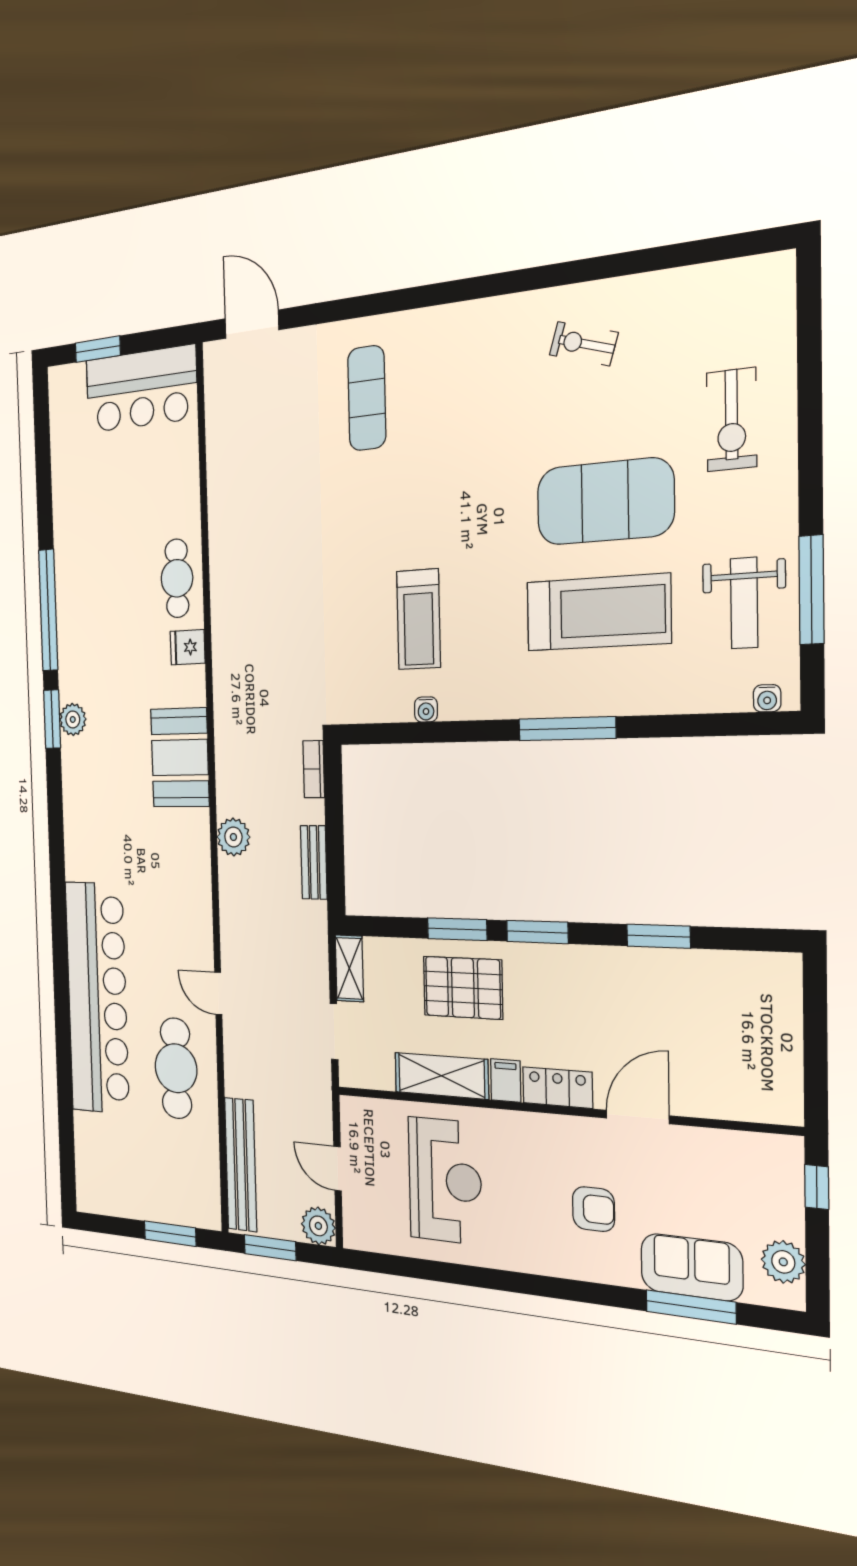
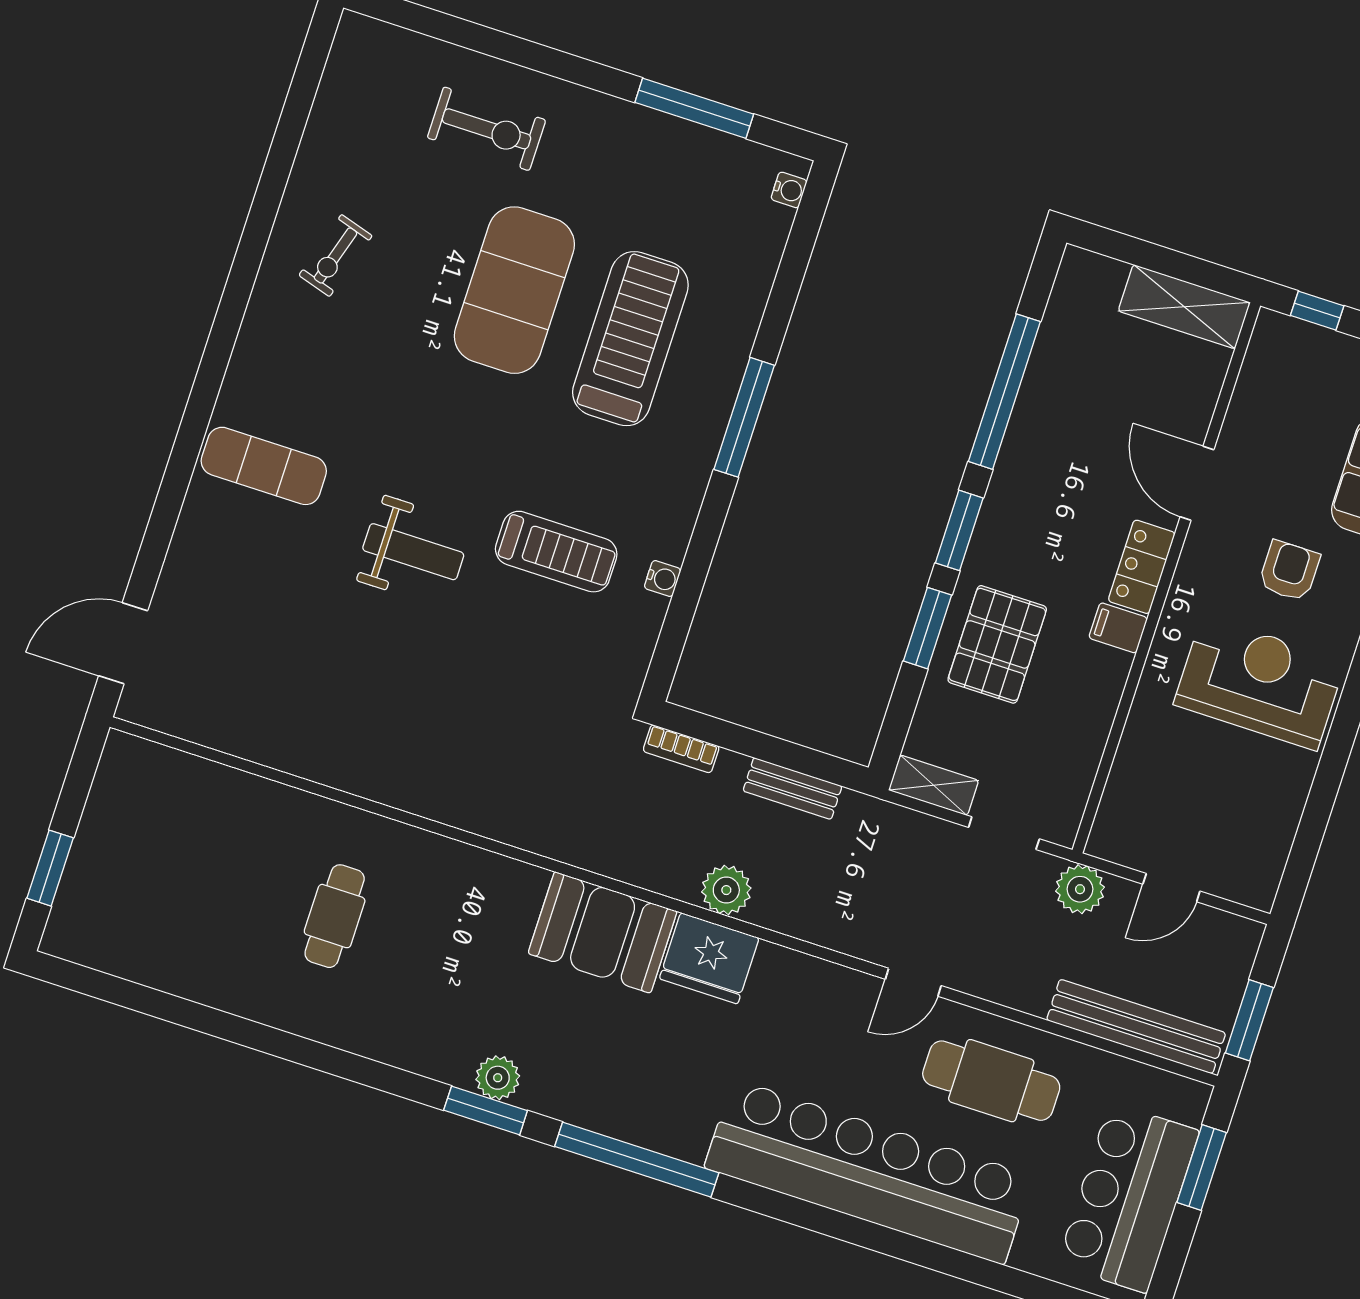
bar counter: (141, 389) -> (1128, 1198), moved, turned 180
exercise mat: (367, 398) -> (264, 466), moved
cafe table: (177, 578) -> (335, 916), moved, turned 90
weight bench: (744, 603) -> (413, 552), moved
window: (48, 610) -> (637, 1160), moved
fridge: (188, 647) -> (709, 958), moved, width x1.88, depth x1.34
window: (658, 936) -> (1004, 392), width x2.11
shelving: (441, 1076) -> (1184, 307), moved, turned 90
reception desk: (445, 1181) -> (1260, 683), moved
plant: (318, 1226) -> (1080, 889), moved

